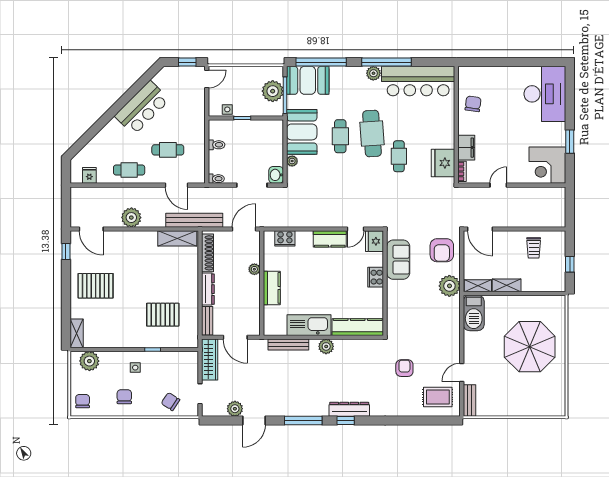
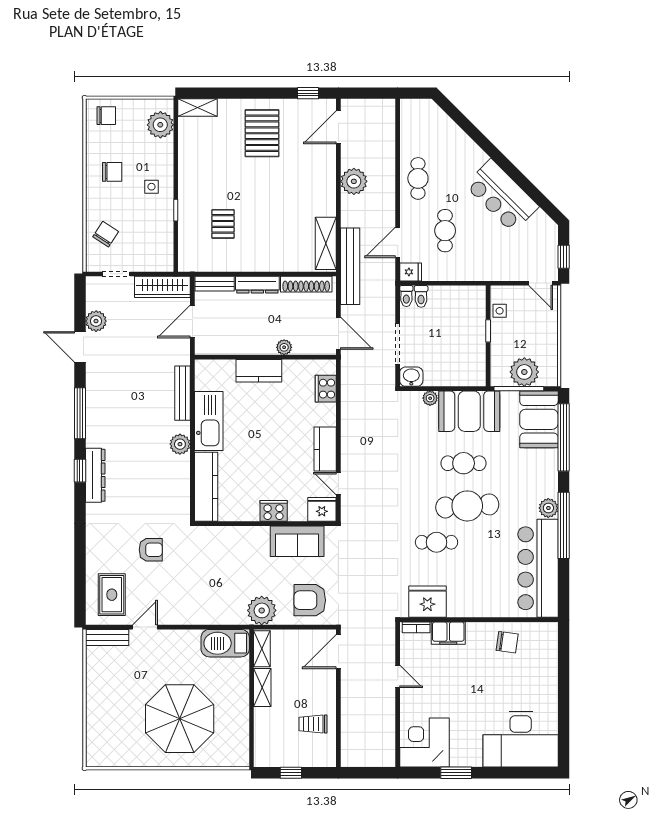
toilet: (217, 145) -> (421, 296), moved
fridge: (89, 175) -> (411, 272), moved
pallet: (163, 315) -> (223, 224), width x0.67, depth x0.71
door: (462, 372) -> (145, 627), hinge flipped

